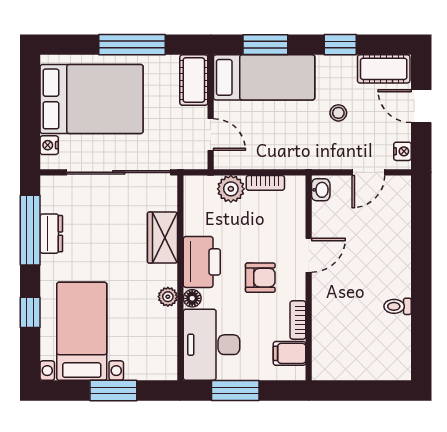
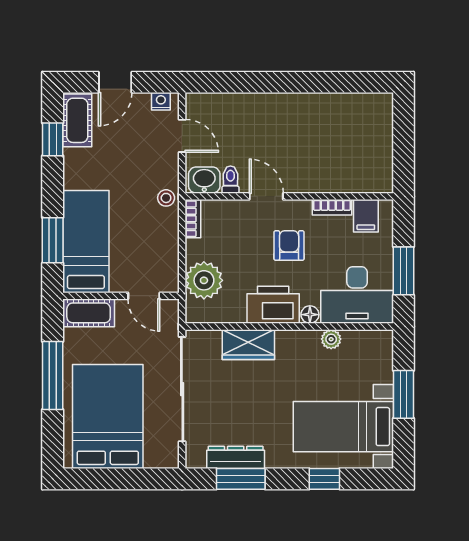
window: (340, 45) -> (53, 139), moved
stool: (338, 113) -> (166, 198), moved
door: (211, 135) -> (144, 296), swing flipped
nightstand: (49, 145) -> (155, 460), removed
bookcase: (265, 183) -> (193, 219), moved
plant: (231, 189) -> (204, 280), width x1.36, depth x1.36
washbasin: (321, 190) -> (204, 180), width x1.38, depth x1.45
window: (30, 230) -> (241, 479), width x0.69
dresser: (51, 234) -> (236, 457), width x1.44
plant: (168, 297) -> (331, 339), moved
toilet: (398, 306) -> (230, 180), moved, turned 180

